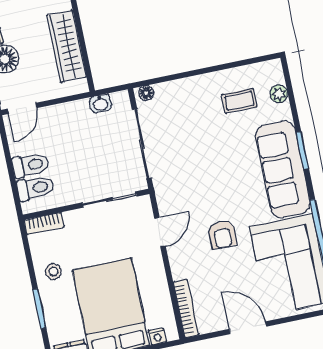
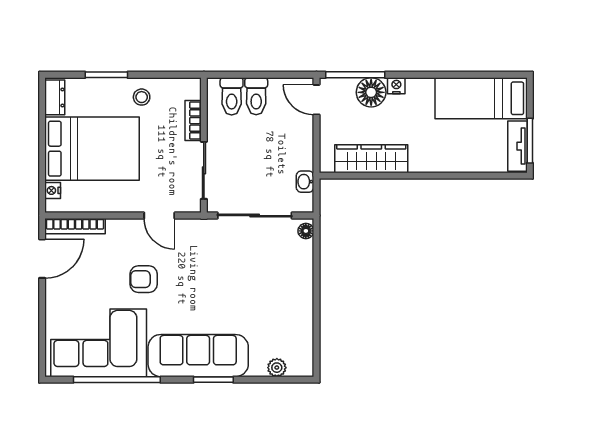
coffee table: (239, 101) -> (278, 325), removed
bookcase: (44, 224) -> (193, 121), moved
door: (248, 328) -> (42, 259), moved

